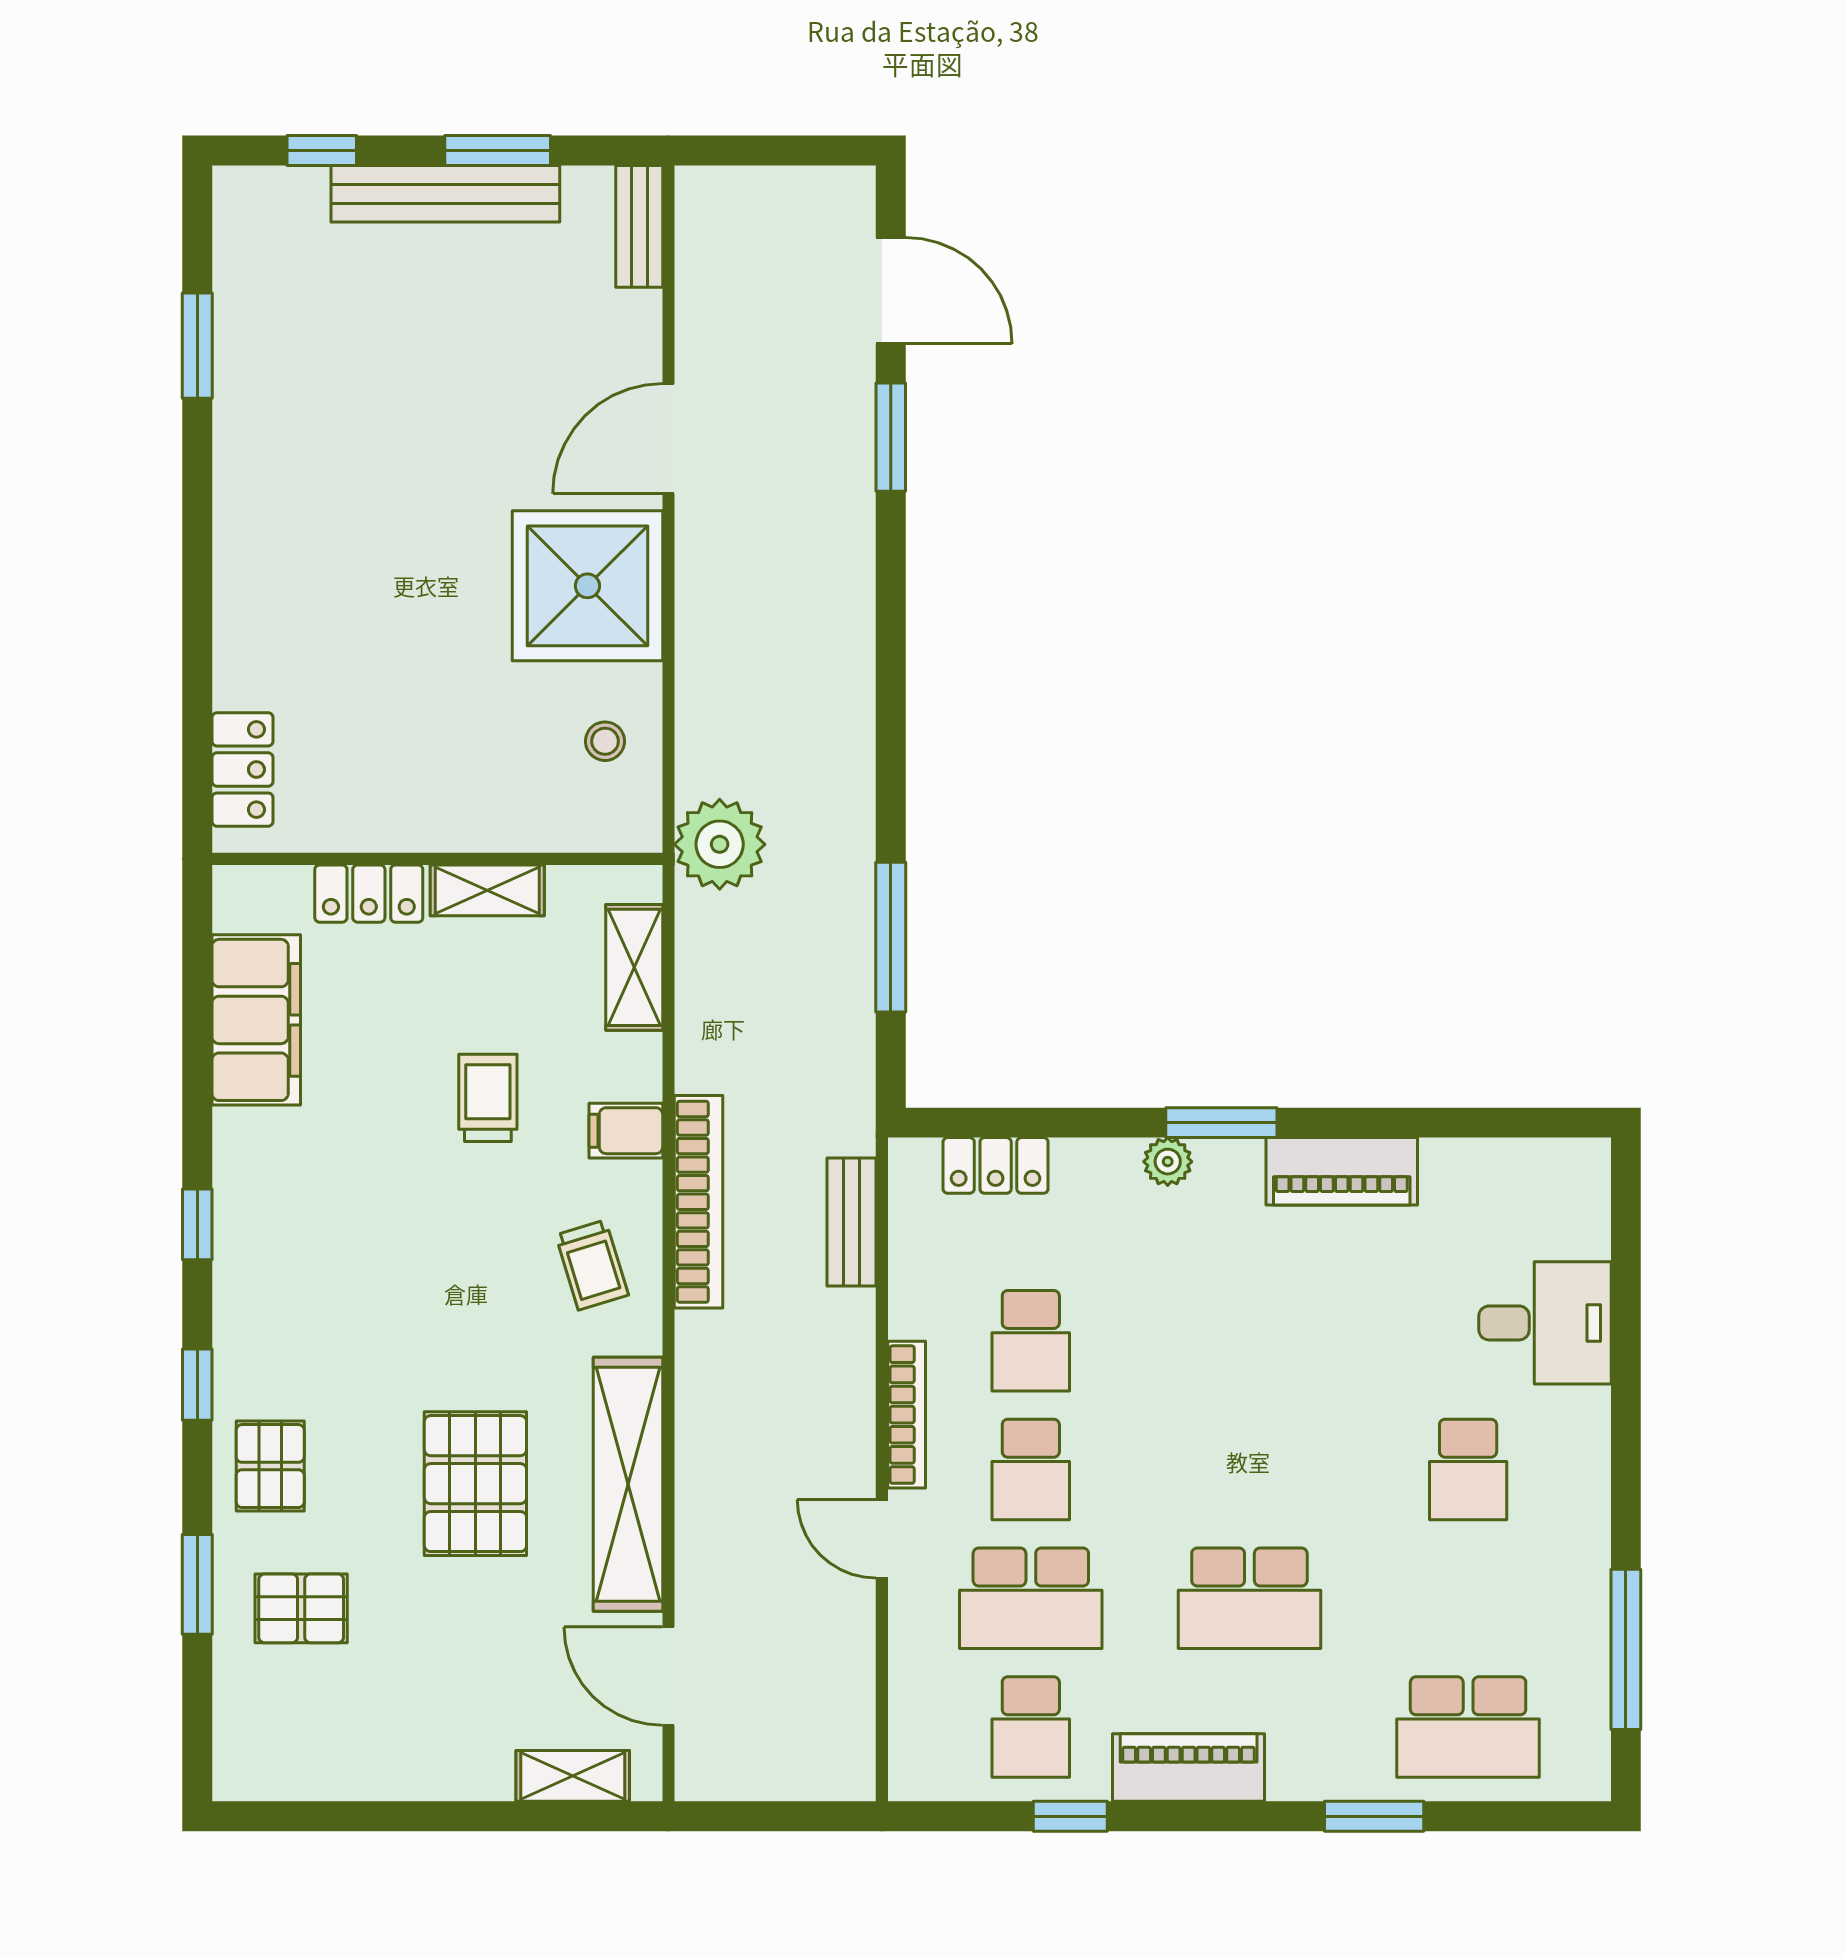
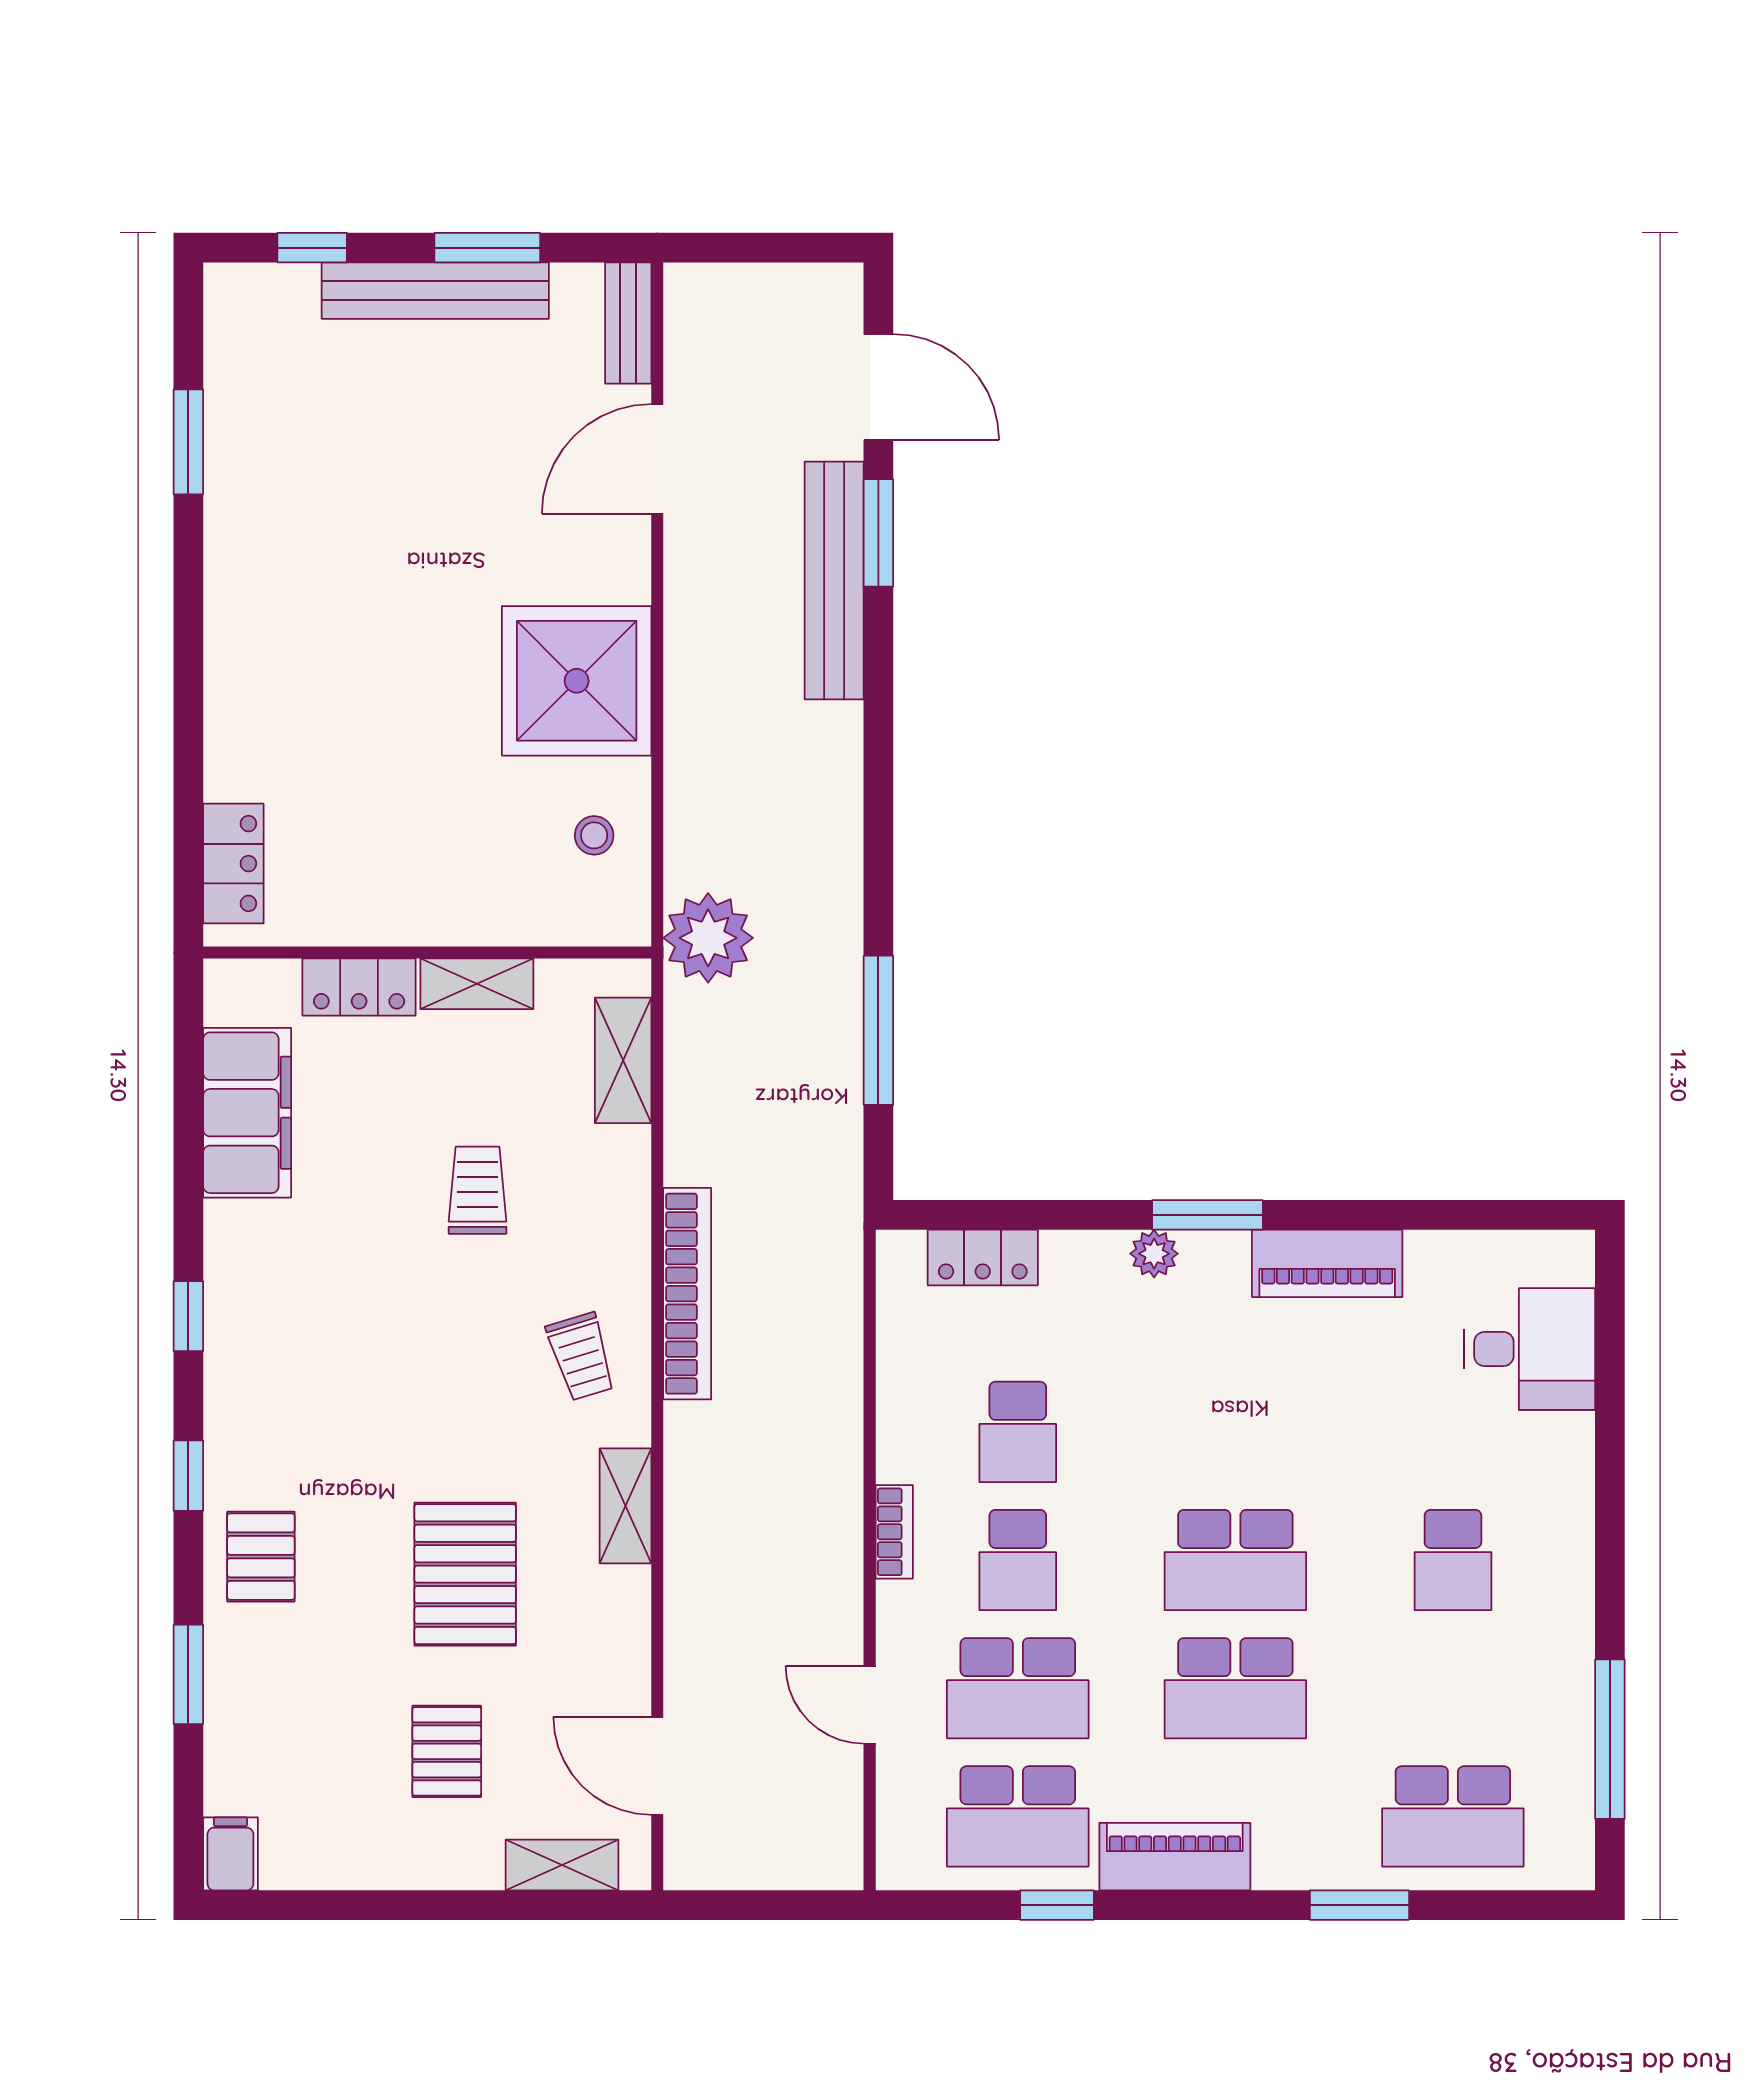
door: (668, 439) -> (657, 459), moved
filing cabinet: (626, 1131) -> (230, 1854), moved, turned 90
bench: (851, 1222) -> (834, 580), moved, width x1.86, depth x1.21
desk: (1545, 1323) -> (1529, 1349), moved
bookcase: (907, 1415) -> (894, 1532), width x0.64
school desk: (1249, 1469) -> (1235, 1560), added
shelving: (628, 1484) -> (626, 1506), width x0.45, depth x0.75
door: (882, 1539) -> (870, 1705), moved
pallet: (301, 1608) -> (447, 1751), moved, turned 90
school desk: (1031, 1727) -> (1018, 1816), width x1.85

